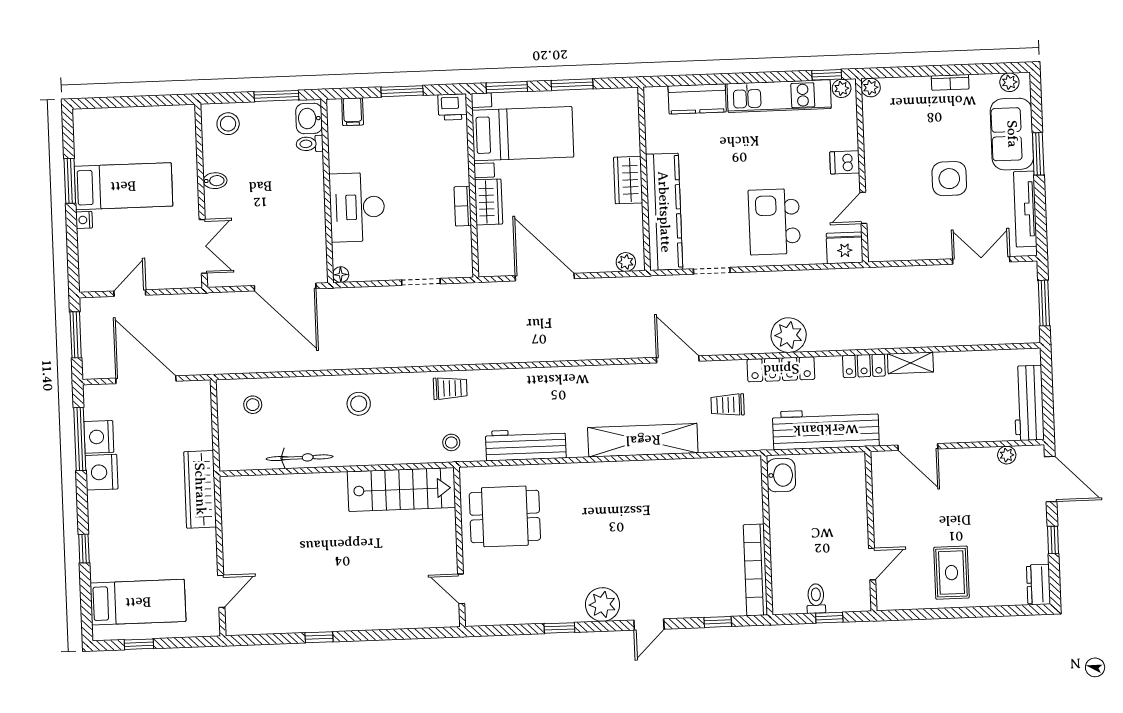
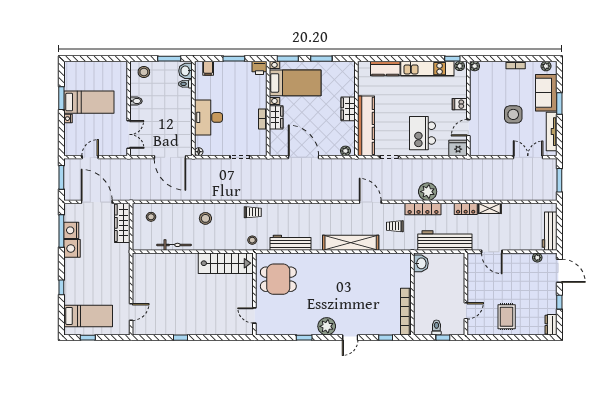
wardrobe: (200, 489) -> (122, 223), moved

